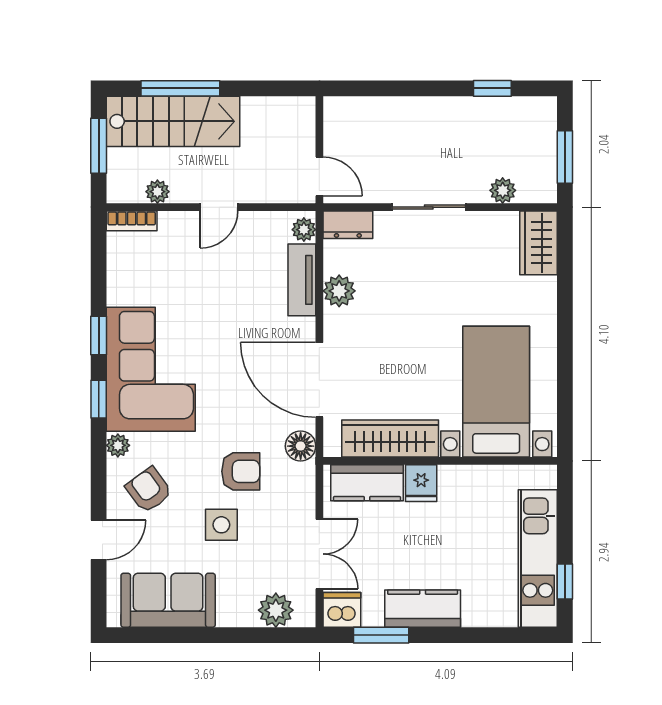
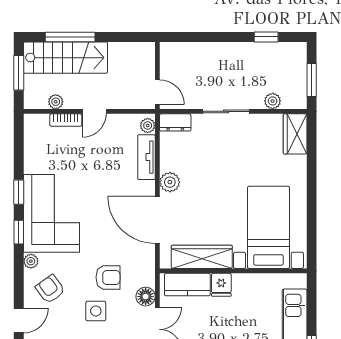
bookcase: (132, 221) -> (66, 120), moved
plant: (339, 291) -> (170, 182), moved
floor lamp: (301, 446) -> (146, 297), moved

